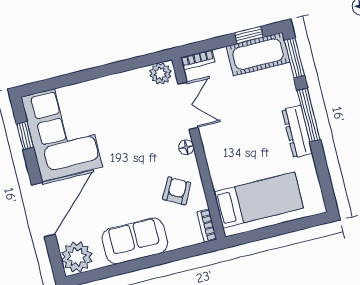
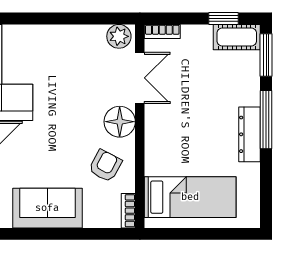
cot: (258, 54) -> (237, 37), width x0.73, depth x0.75
floor lamp: (186, 147) -> (120, 122), width x1.89, depth x1.89

